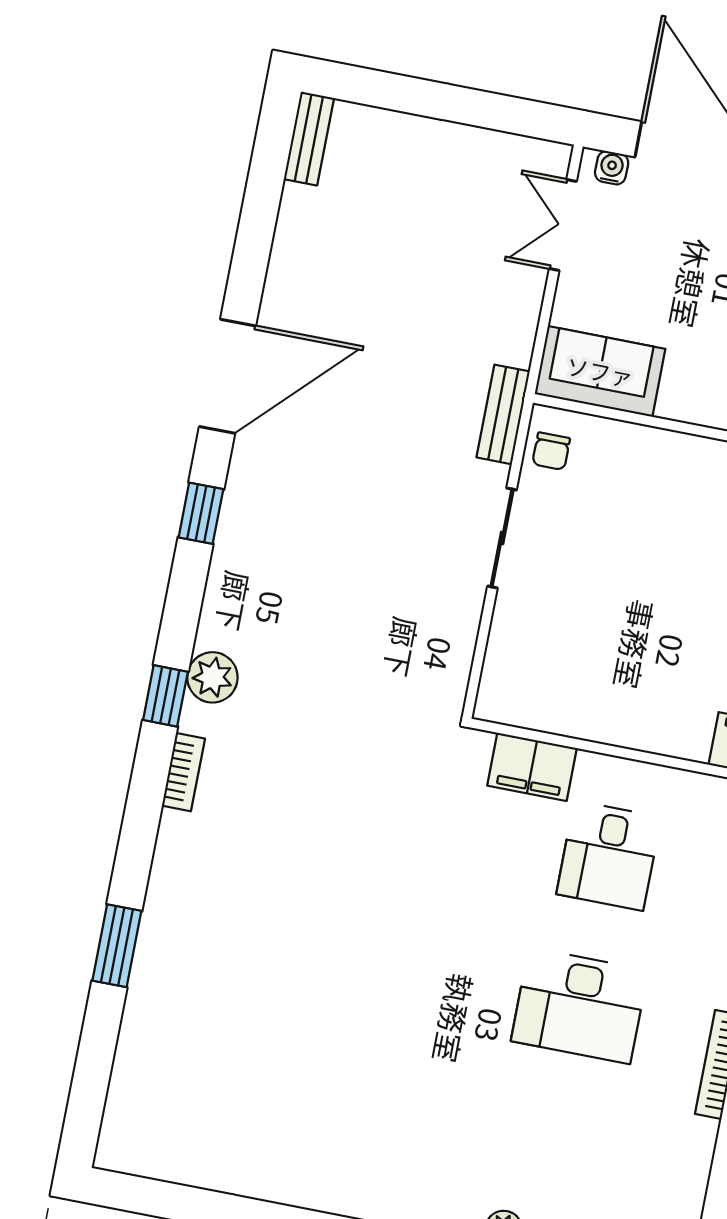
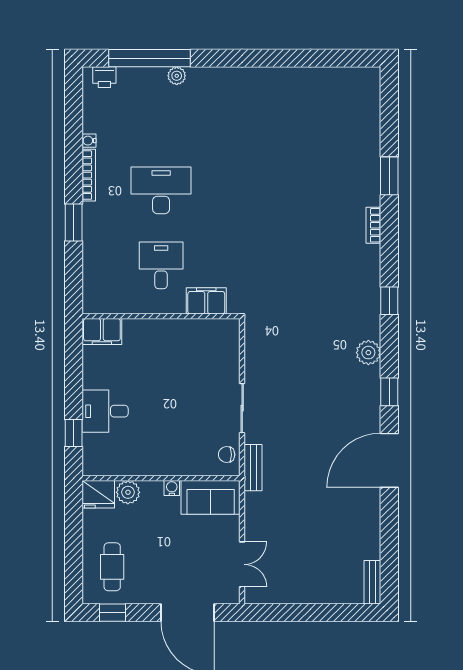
water cooler: (612, 168) -> (172, 488), moved, turned 180
chair: (551, 451) -> (227, 455), turned -90
plant: (212, 677) -> (368, 353), moved
bookcase: (183, 772) -> (373, 225), moved
water cooler: (705, 1134) -> (89, 141), added

